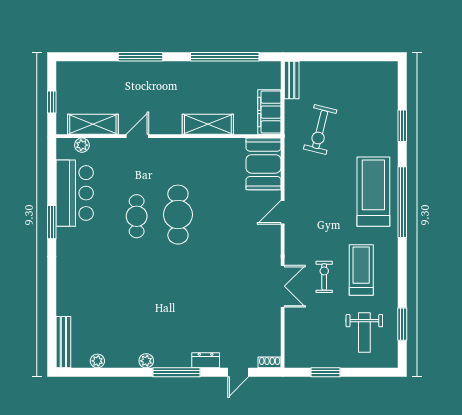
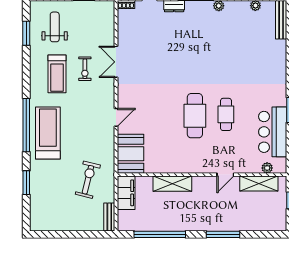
treadmill: (373, 192) -> (48, 133), turned 180

